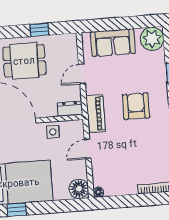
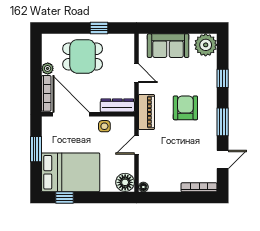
door: (82, 74) -> (136, 73), swing flipped
dresser: (70, 109) -> (117, 105), width x1.44

